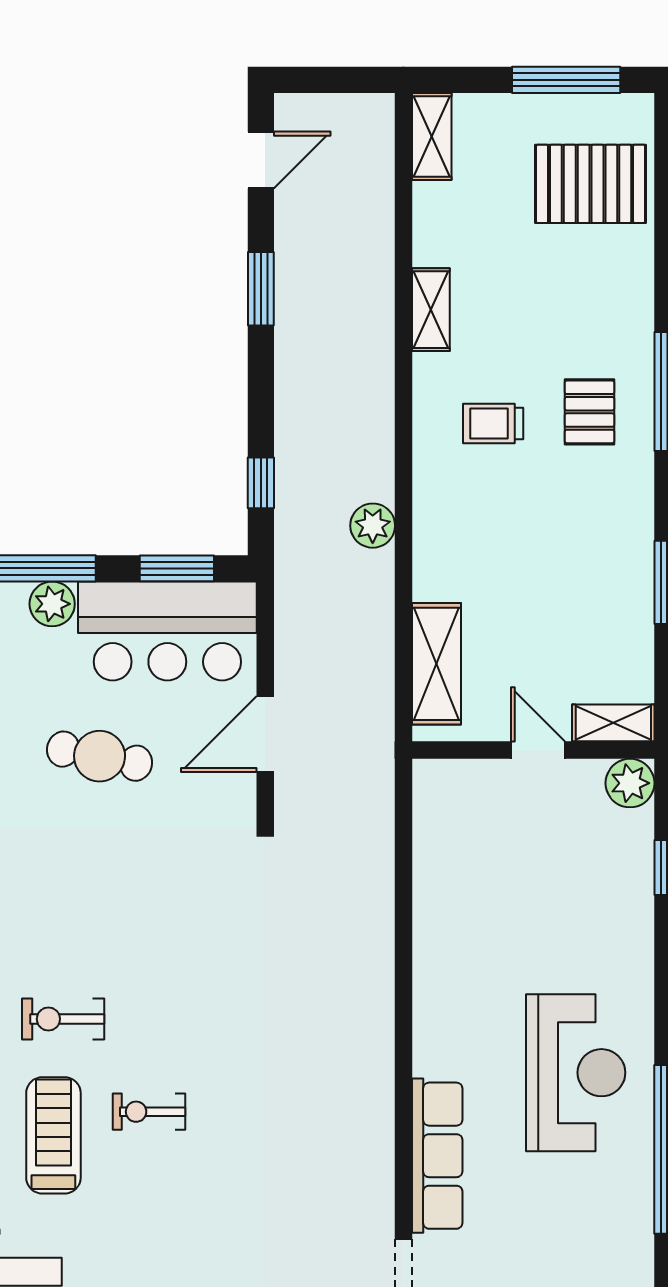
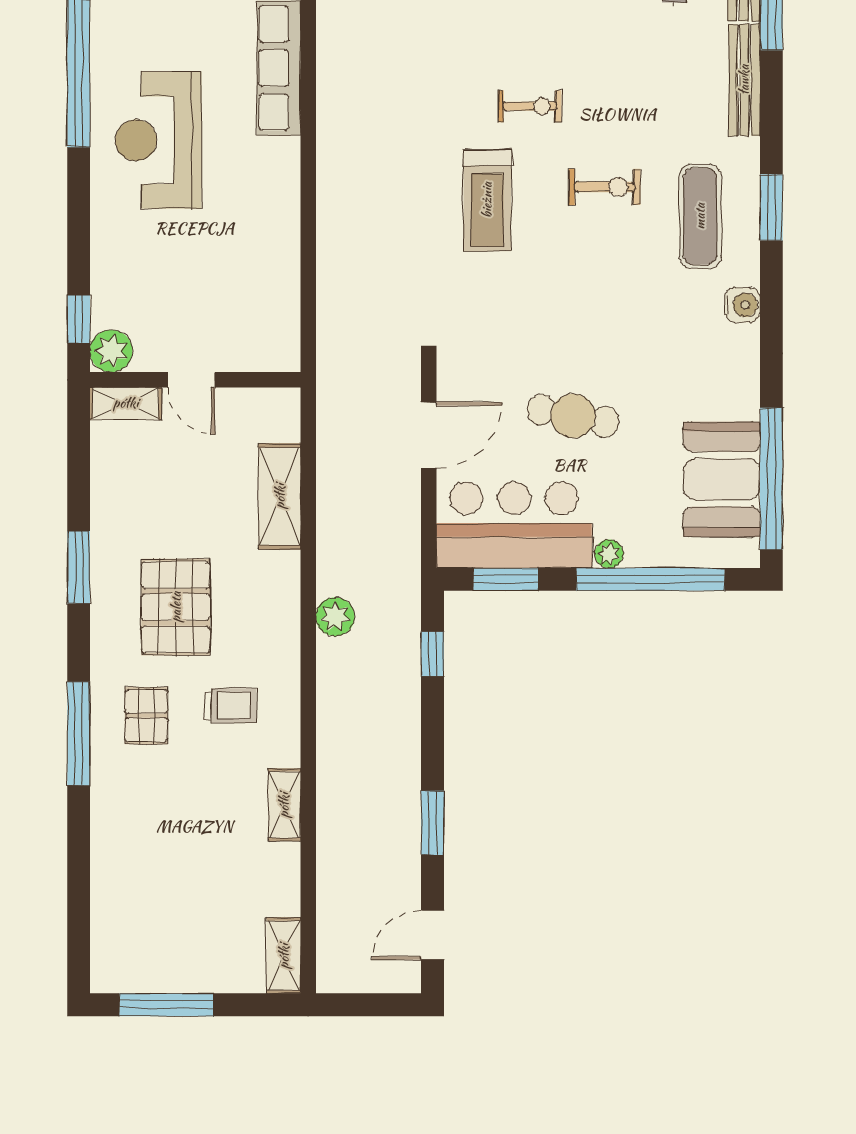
pallet: (591, 184) -> (176, 607), moved, turned 90
plant: (52, 604) -> (609, 554), width x0.73, depth x0.73
shelving: (613, 723) -> (126, 403), moved
wall: (533, 750) -> (195, 380), moved
door: (538, 750) -> (191, 380), moved
plant: (630, 783) -> (111, 351), moved
treadmill: (53, 1135) -> (487, 200), moved

